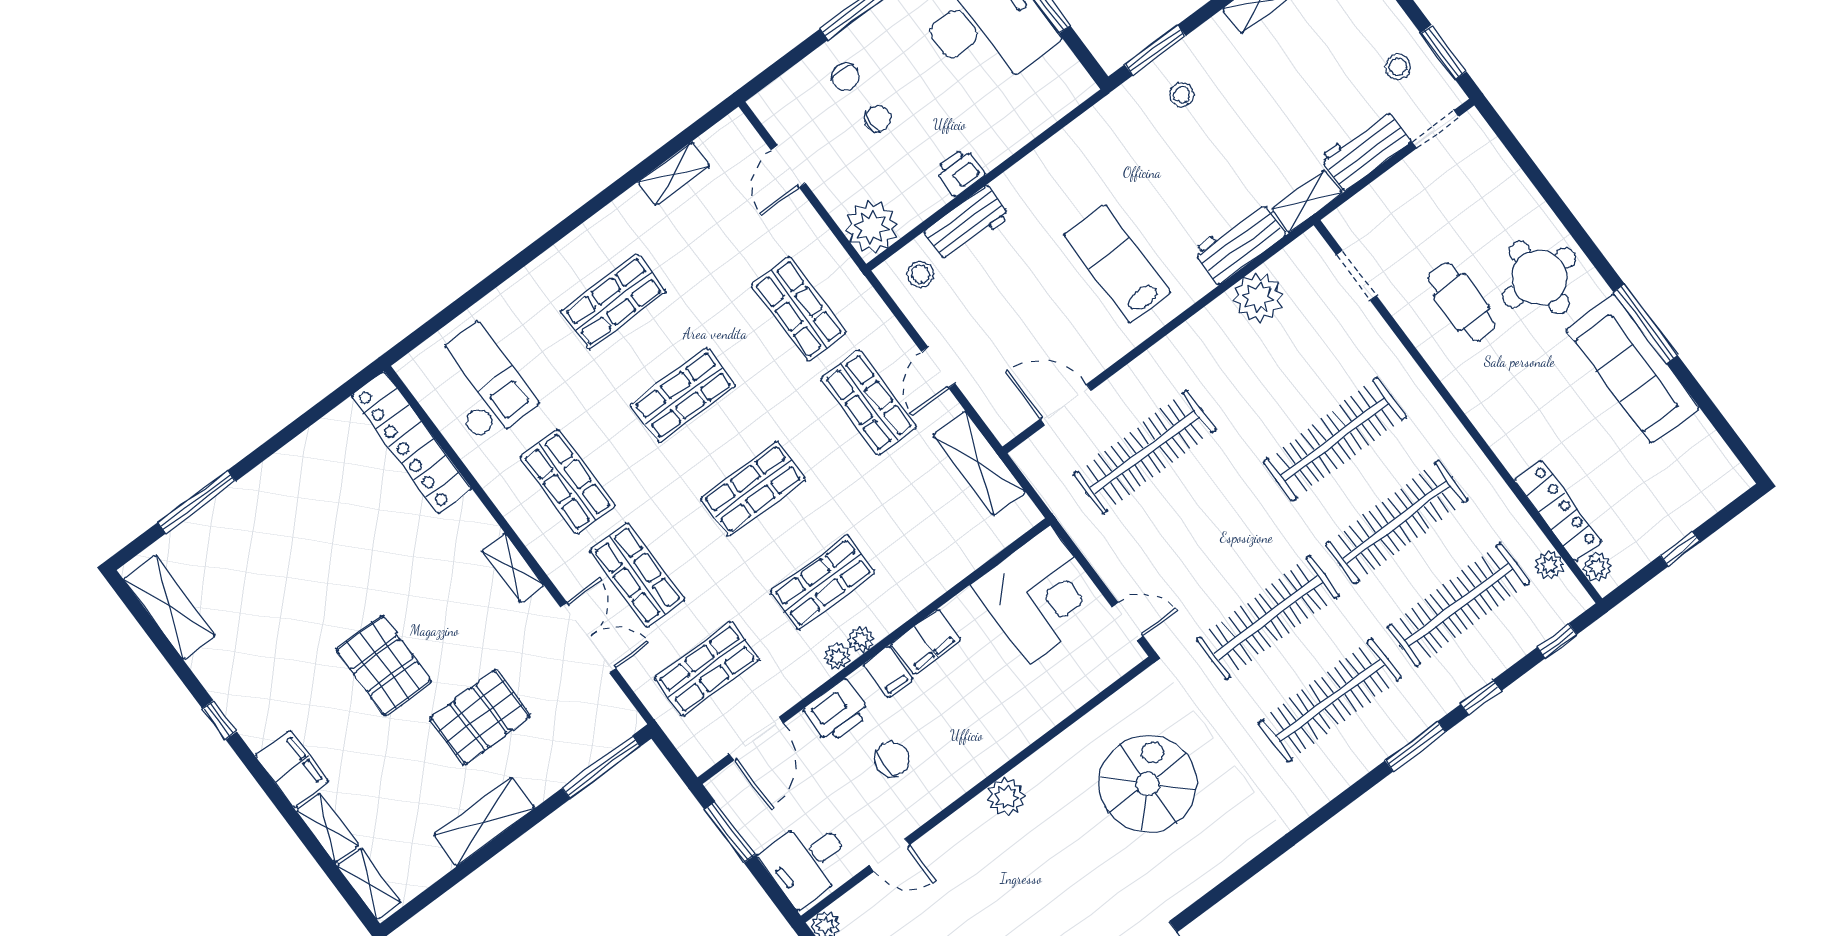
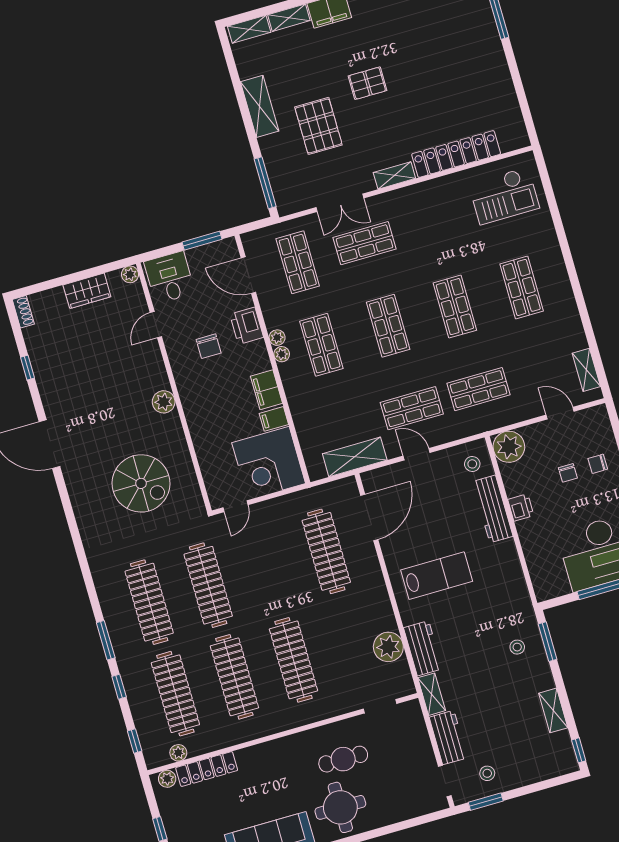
shelving: (674, 174) -> (586, 370), moved
workbench: (967, 224) -> (493, 509), width x1.38
door: (1066, 405) -> (369, 517), width x1.36
locker: (411, 442) -> (456, 154), moved
shop shelf: (567, 481) -> (431, 224), removed
pallet: (384, 665) -> (368, 83), width x0.67, depth x0.71
filing cabinet: (888, 672) -> (274, 419), moved

